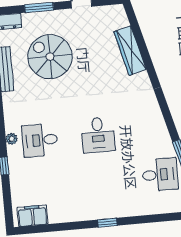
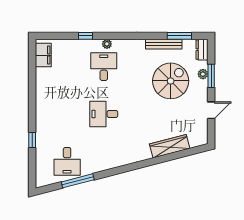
plant: (38, 18) -> (203, 74), added
window: (107, 223) -> (32, 140), moved

